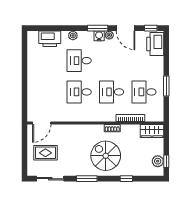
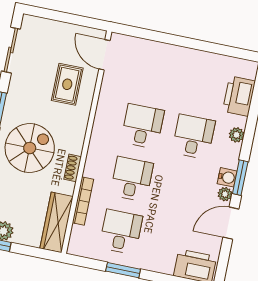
window: (151, 28) -> (222, 264), removed
wardrobe: (152, 131) -> (57, 222), width x1.50
rug: (45, 153) -> (67, 84), moved

